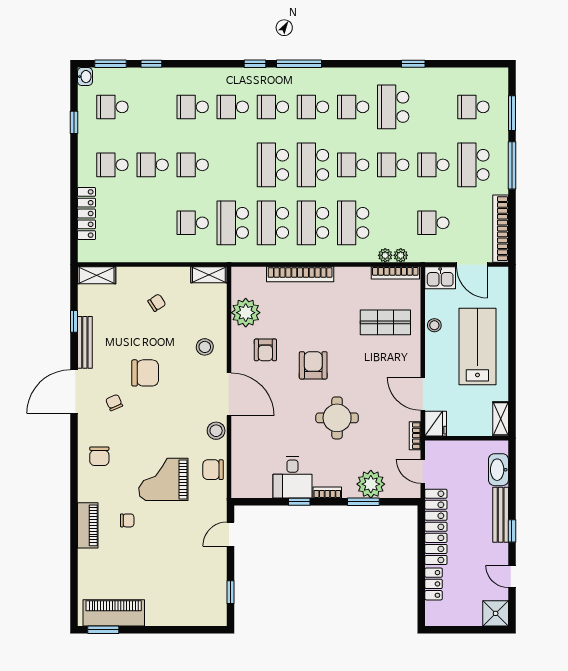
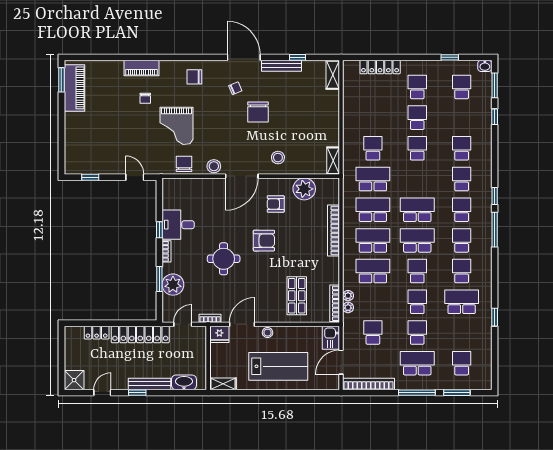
chair: (157, 303) -> (312, 121), removed
stool: (434, 325) -> (268, 333), moved
grand piano: (163, 479) -> (177, 126), turned 180

